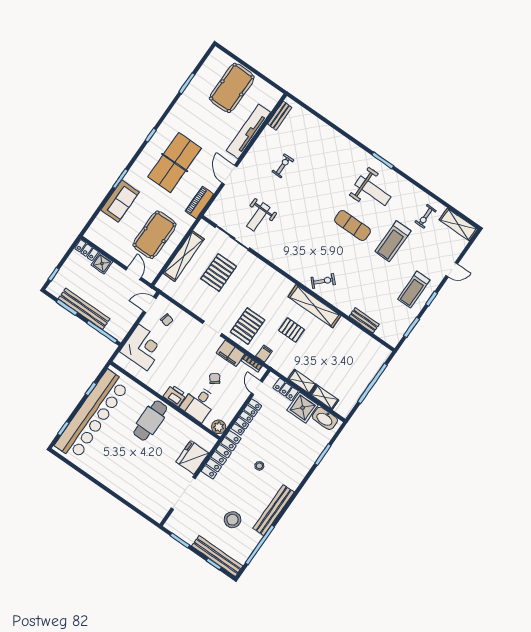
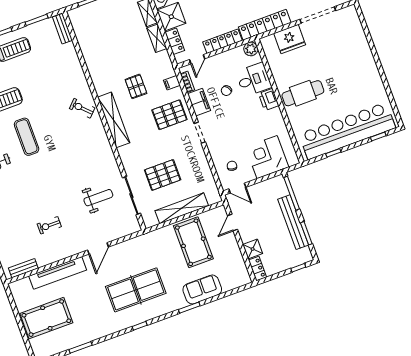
piano: (199, 203) -> (138, 243), removed
pool table: (155, 235) -> (193, 242), turned 90
shelving: (315, 306) -> (114, 120), moved
bench: (364, 320) -> (62, 29), moved

